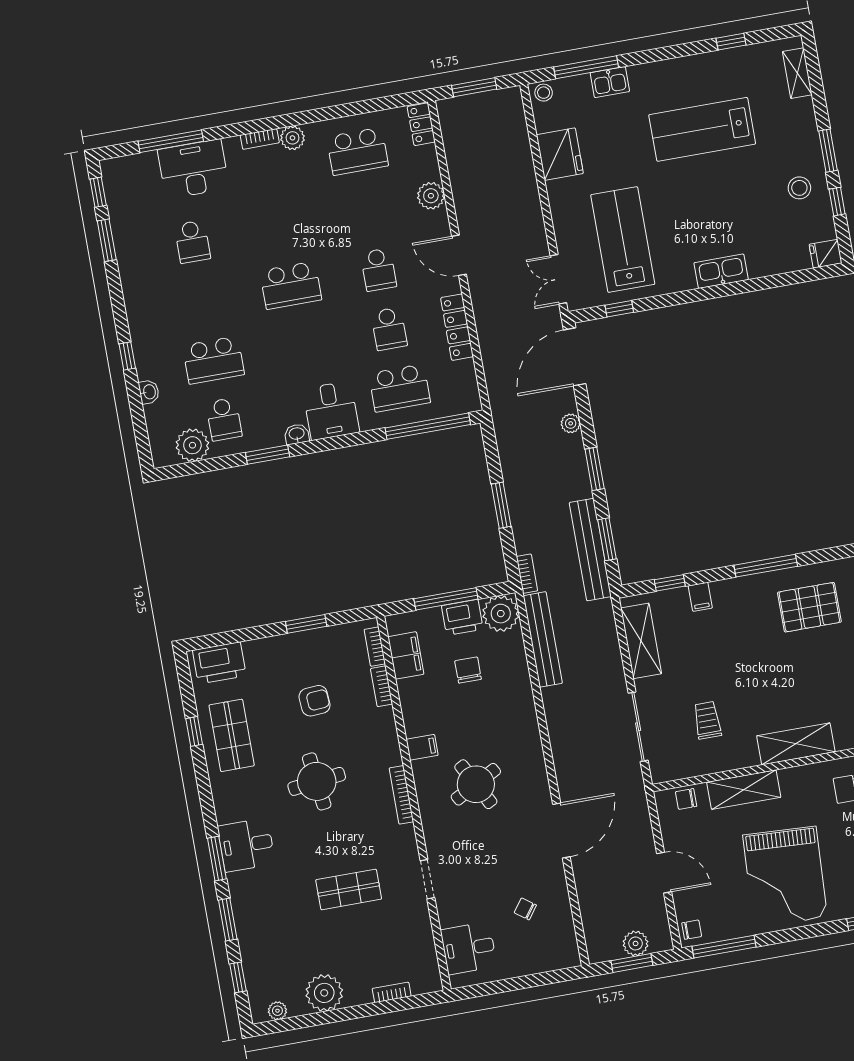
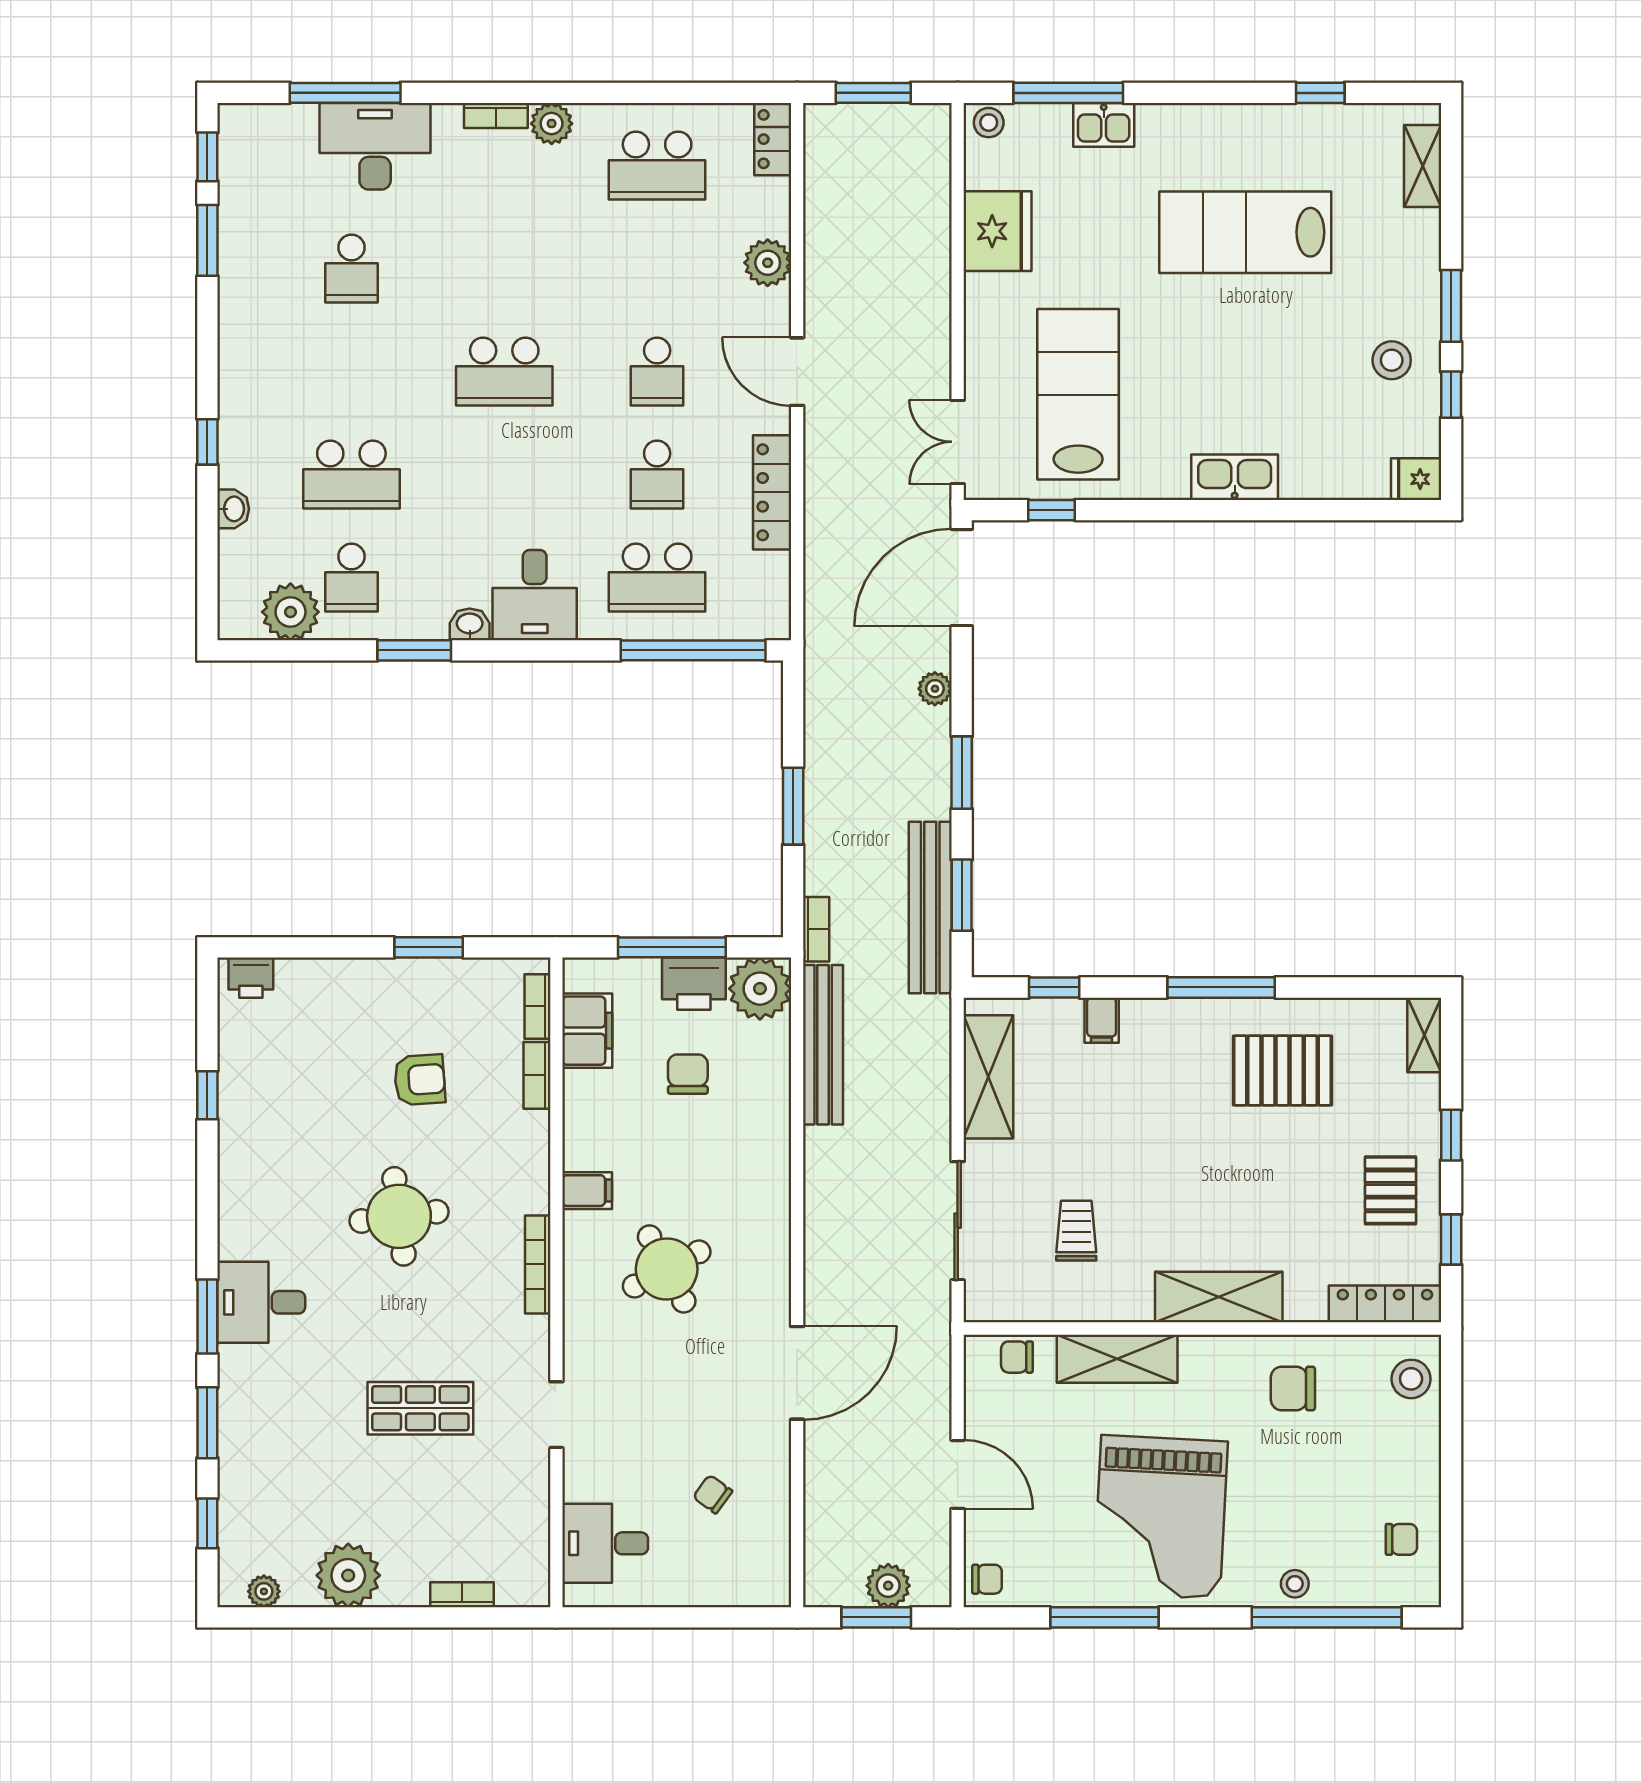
printer: (219, 663) -> (251, 978), width x0.53, depth x0.68
shop shelf: (232, 735) -> (269, 1113), removed
window: (724, 947) -> (1104, 1617), moved

